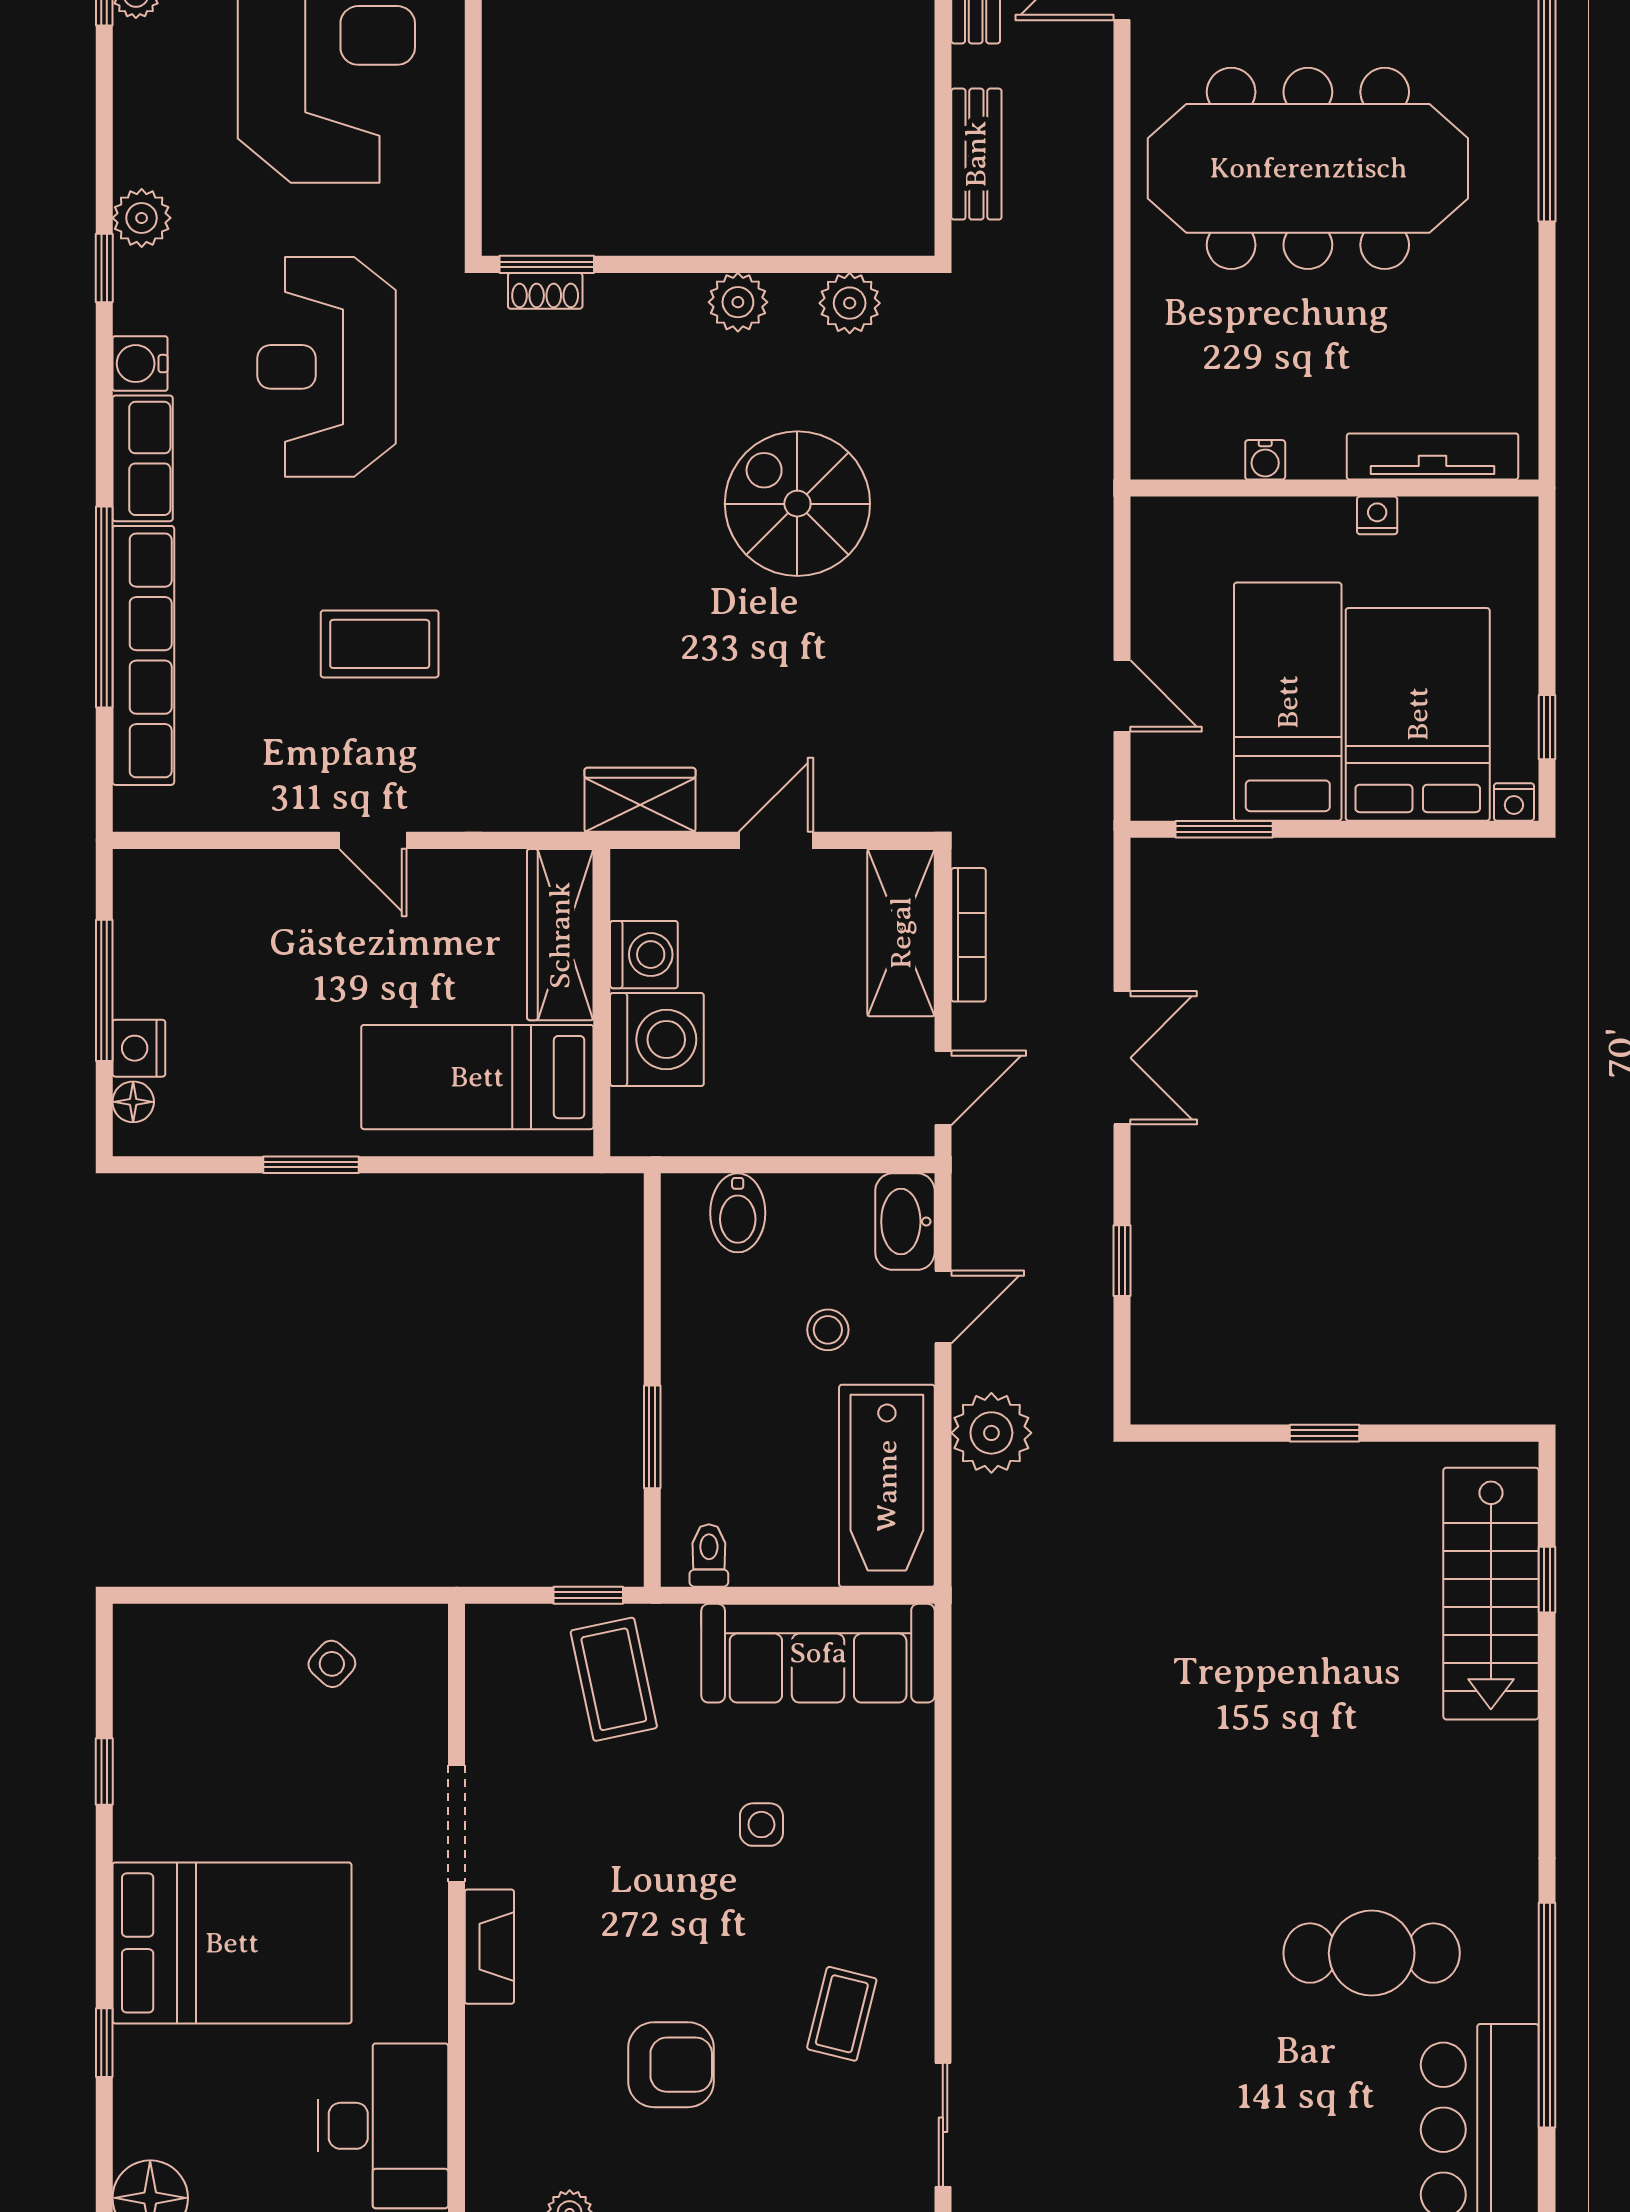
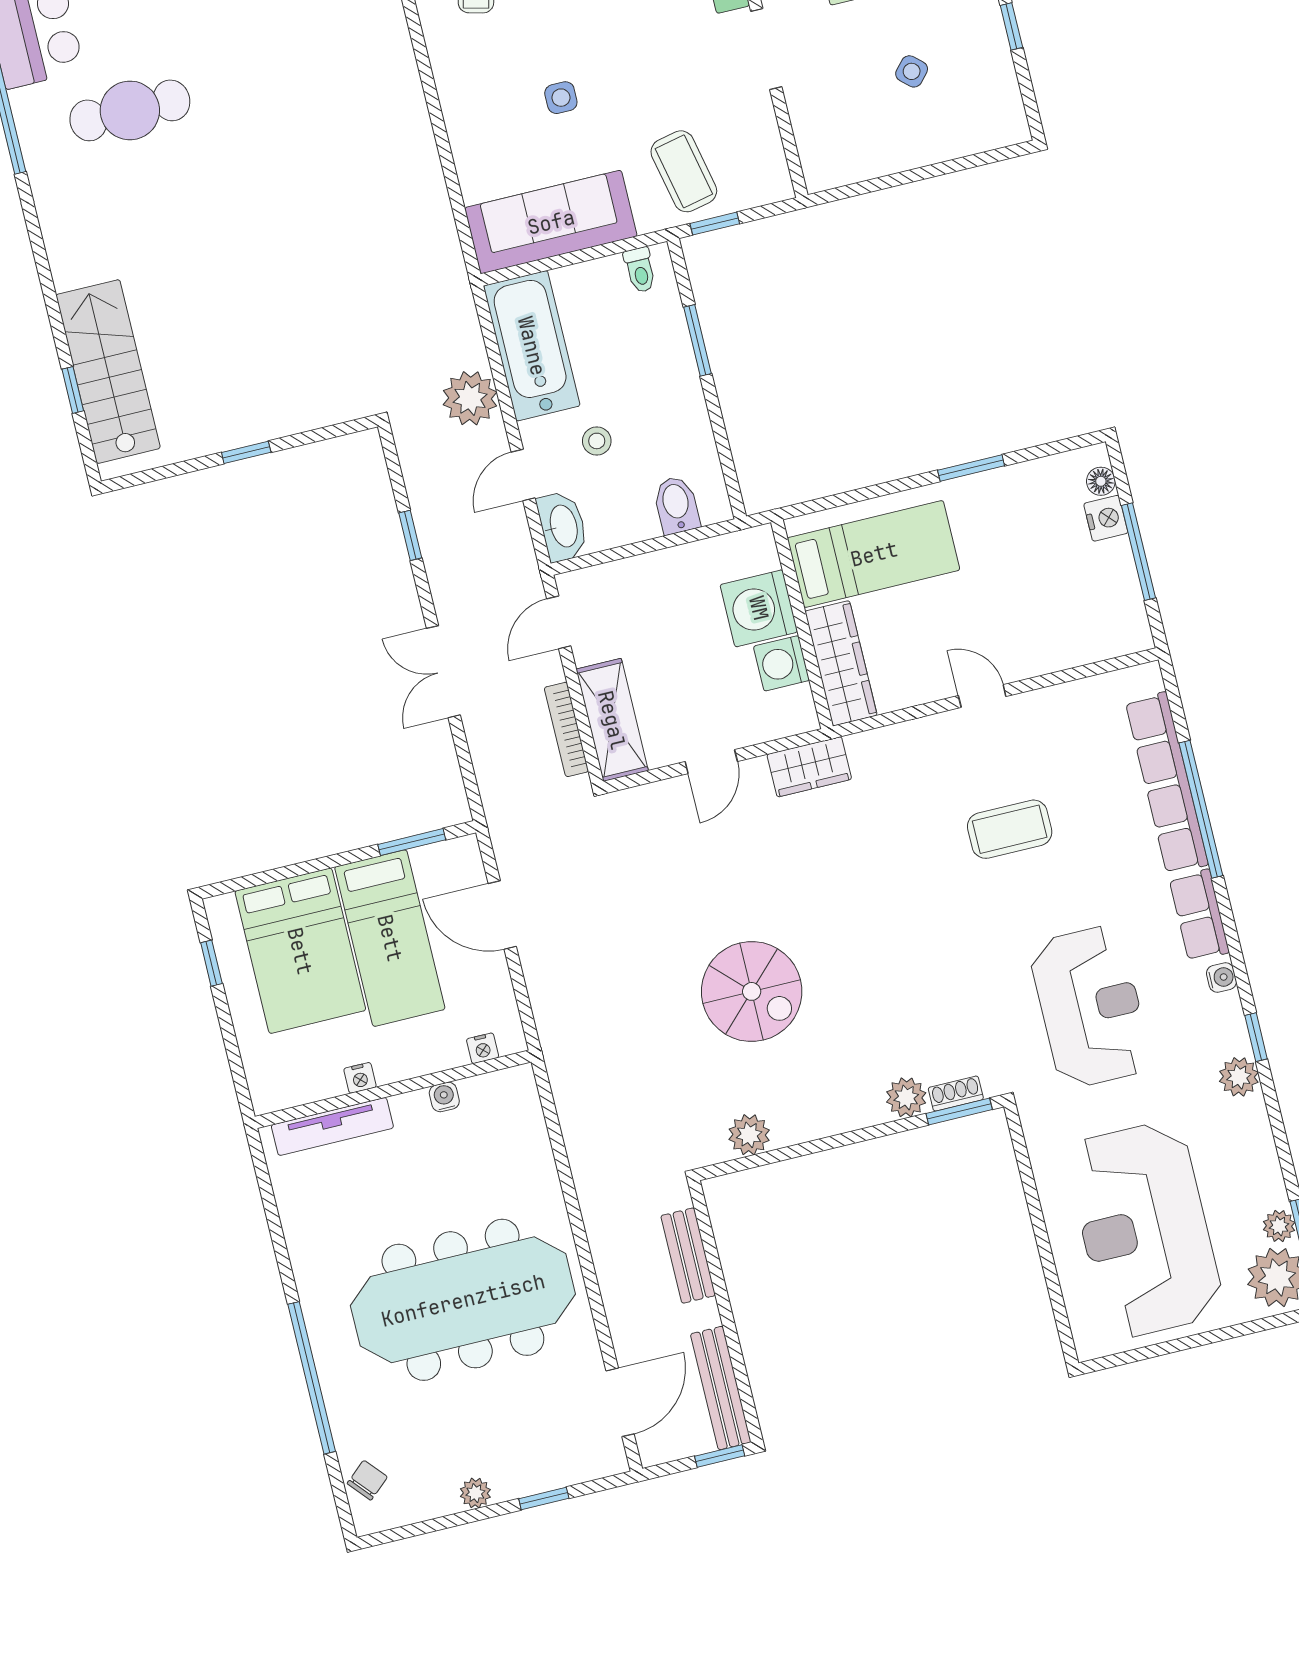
plant: (738, 302) -> (906, 1097), moved
water cooler: (140, 364) -> (1221, 977), width x0.72, depth x0.72
door: (1122, 696) -> (502, 915), width x1.38
nightstand: (1514, 802) -> (483, 1048), moved, turned 180
side table: (332, 1664) -> (912, 71), moved

